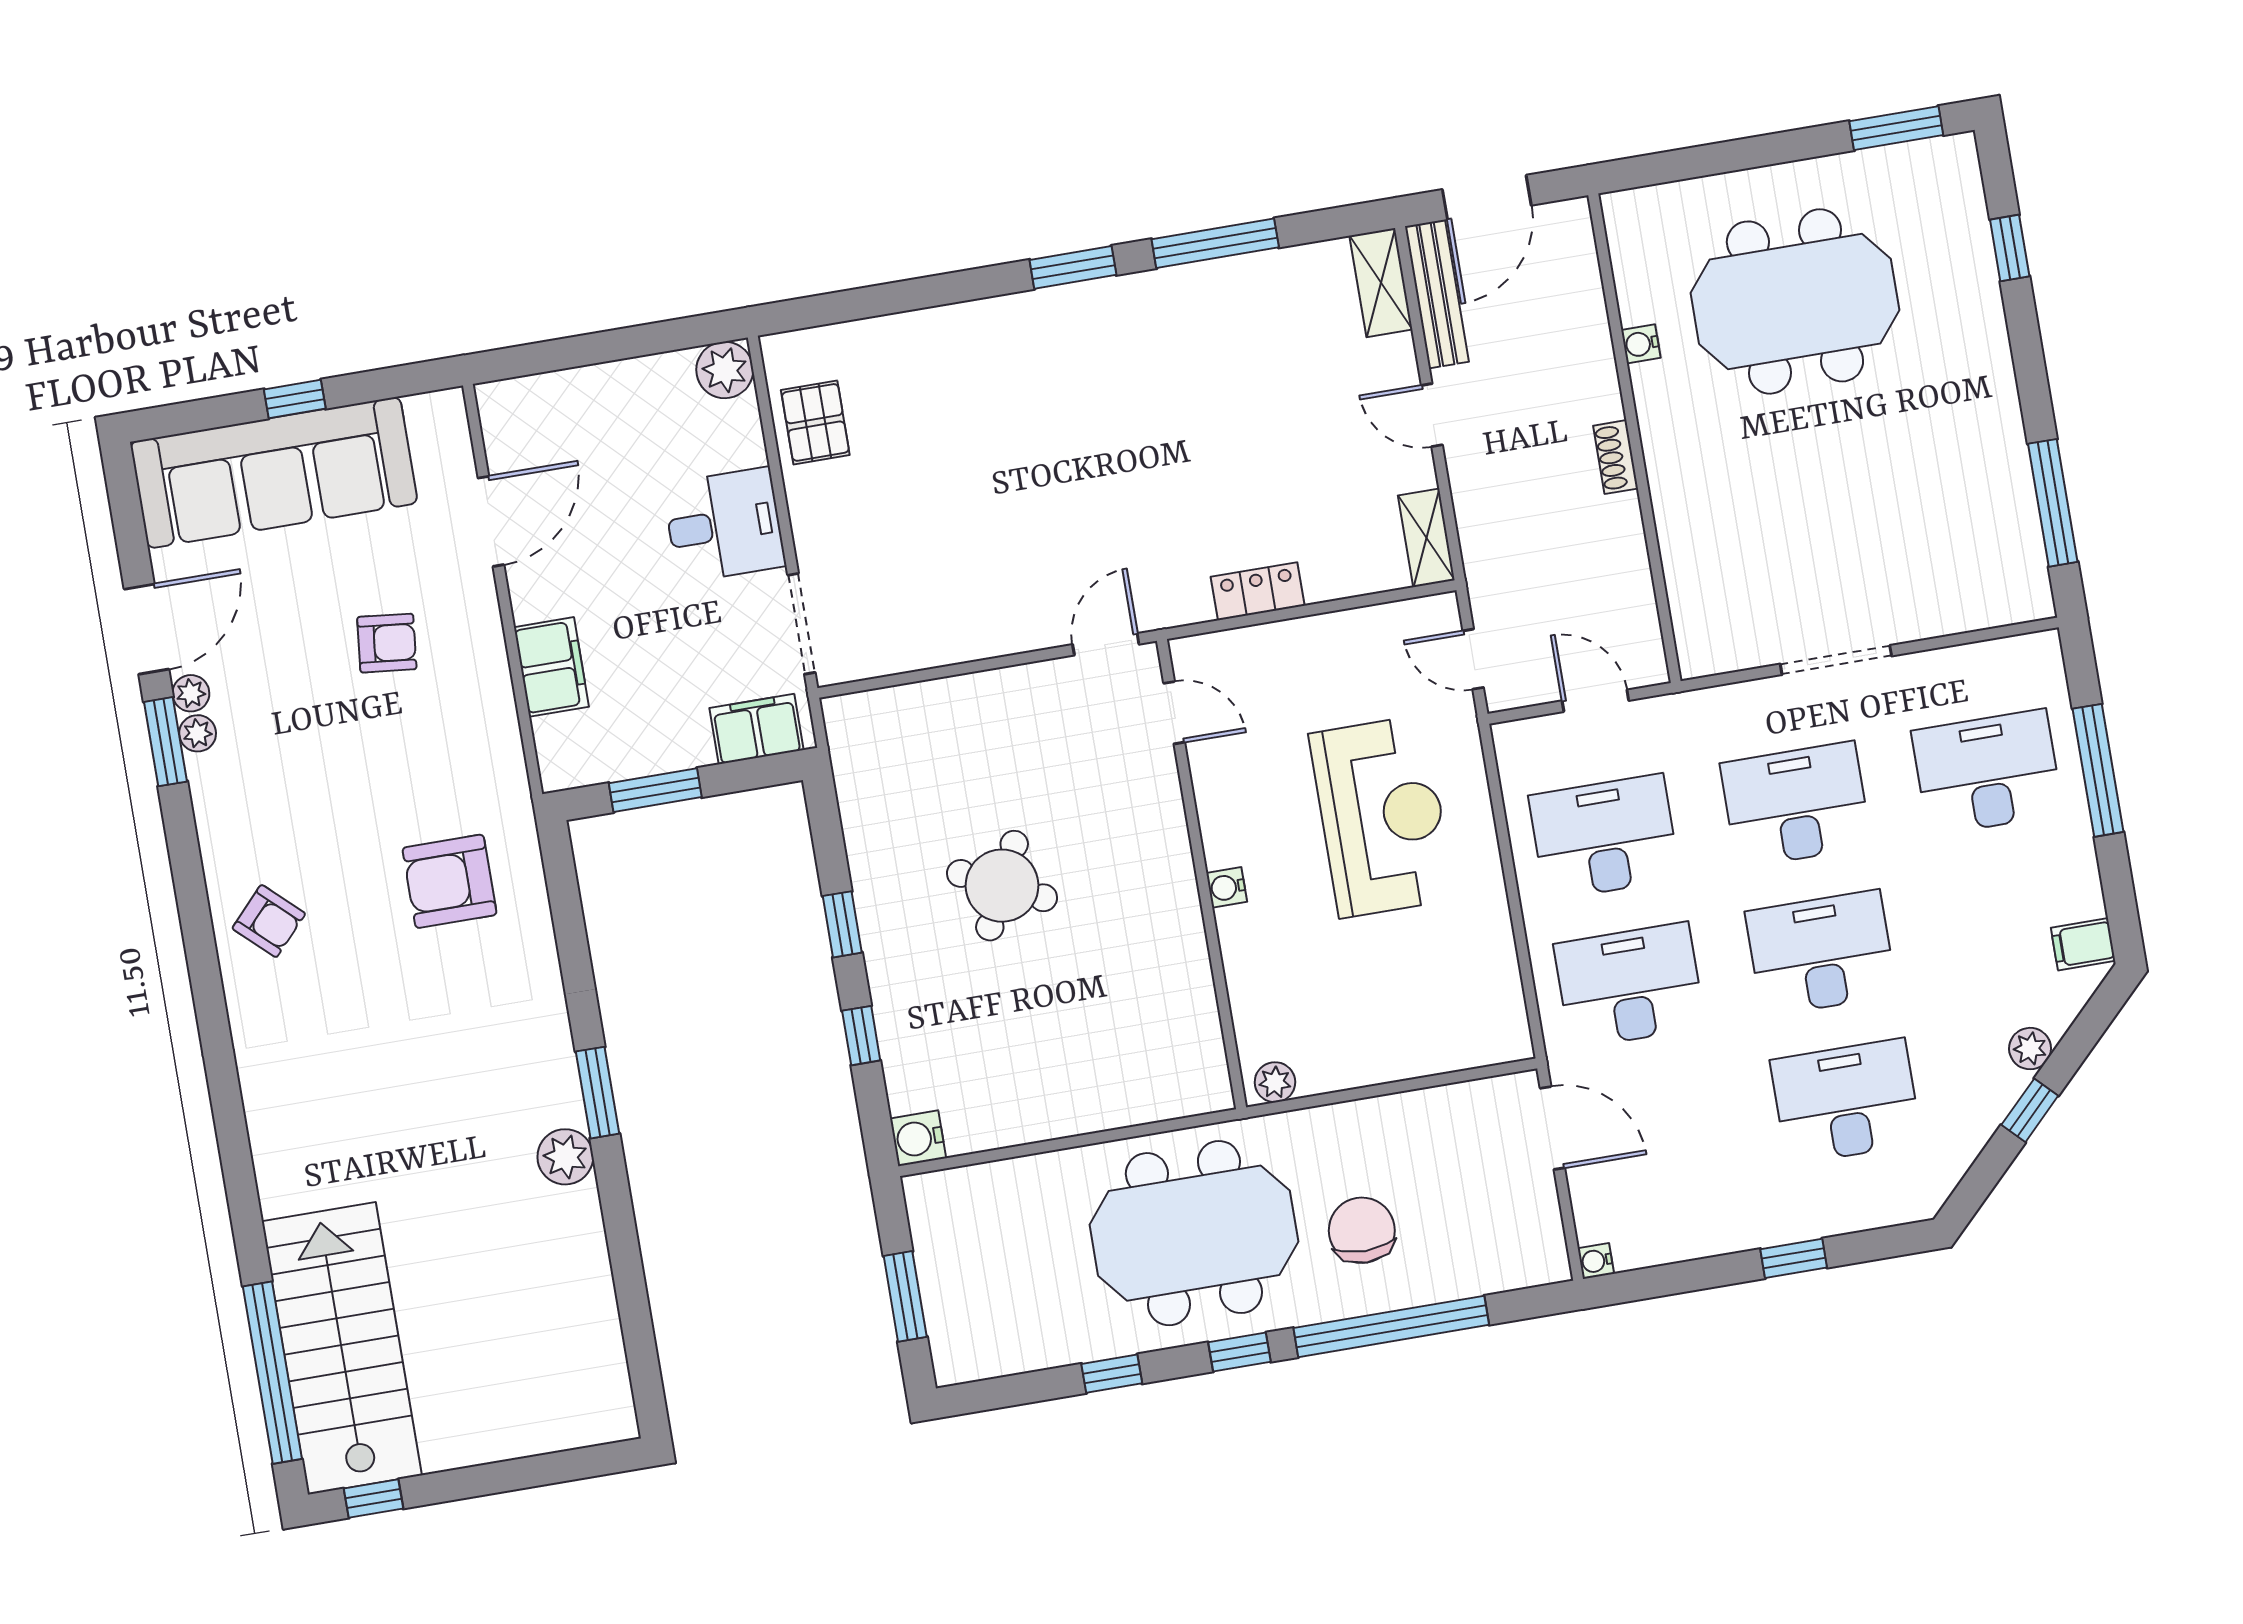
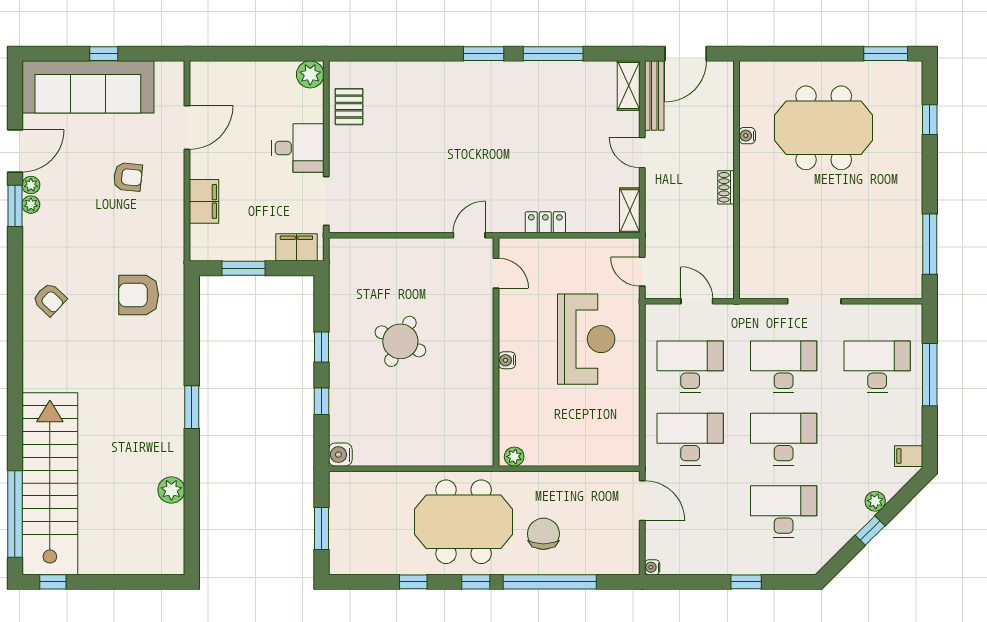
plant: (565, 1157) -> (171, 490), moved
stairs: (342, 1348) -> (50, 484), width x1.36

